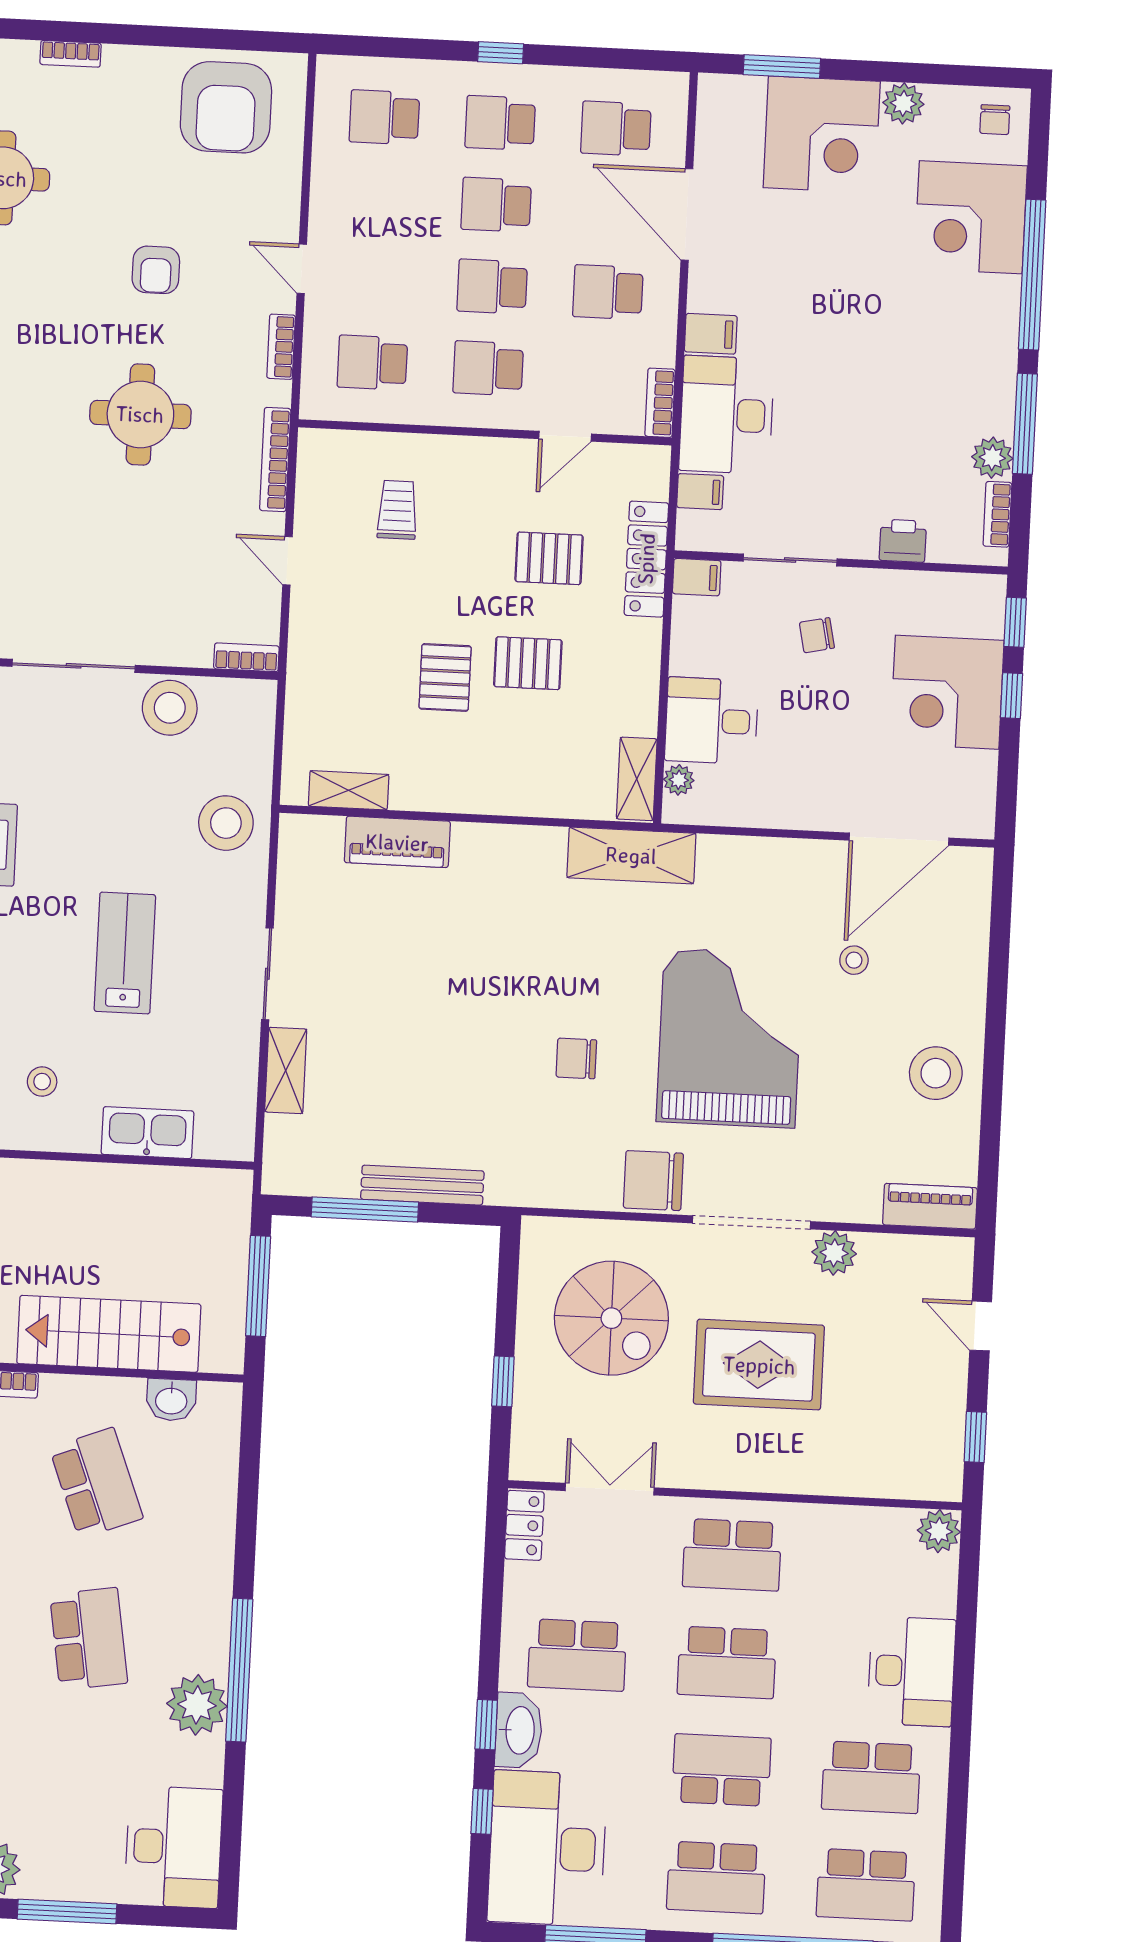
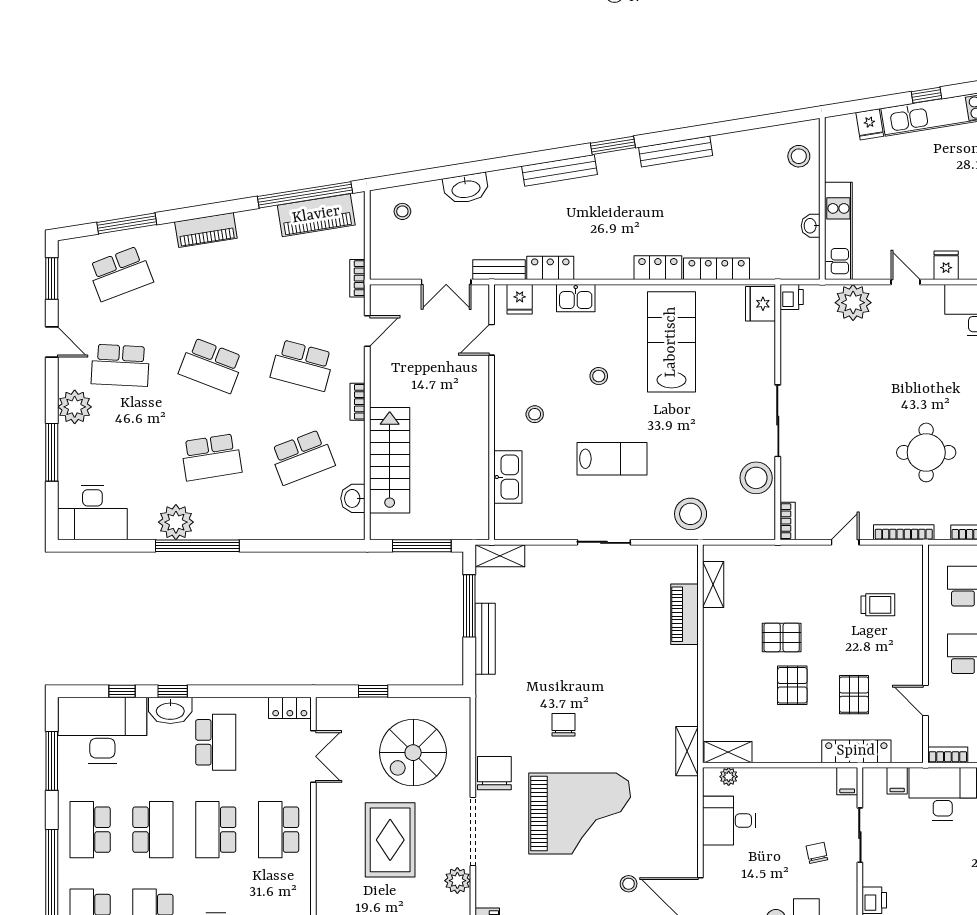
desk: (711, 721) -> (729, 821), moved, turned -90
shelving: (631, 855) -> (687, 751), width x0.67, depth x0.75
shelving: (286, 1070) -> (500, 556), moved
school desk: (577, 1655) -> (216, 742), turned 180

